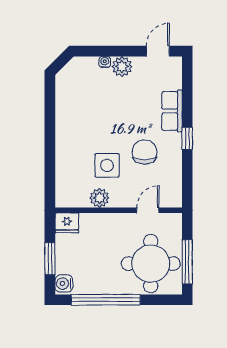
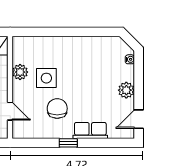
door: (158, 51) -> (139, 119), swing flipped
water cooler: (105, 62) -> (130, 59), moved
chair: (145, 152) -> (57, 108), turned -90

